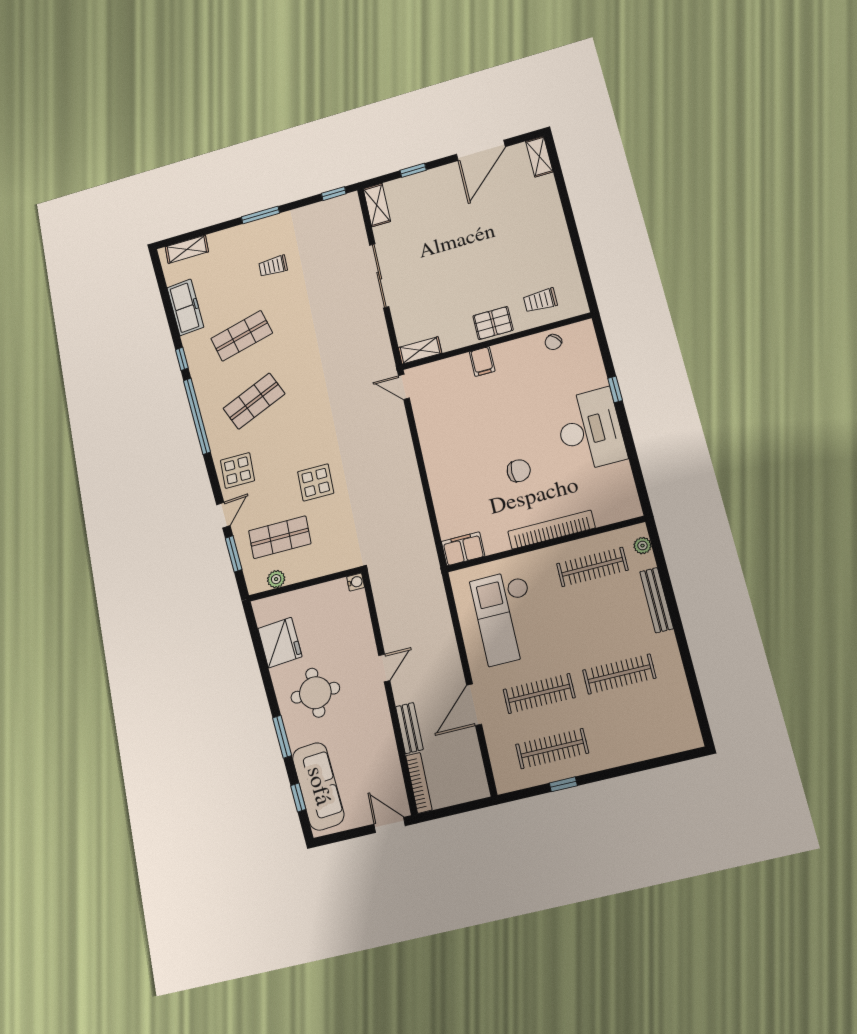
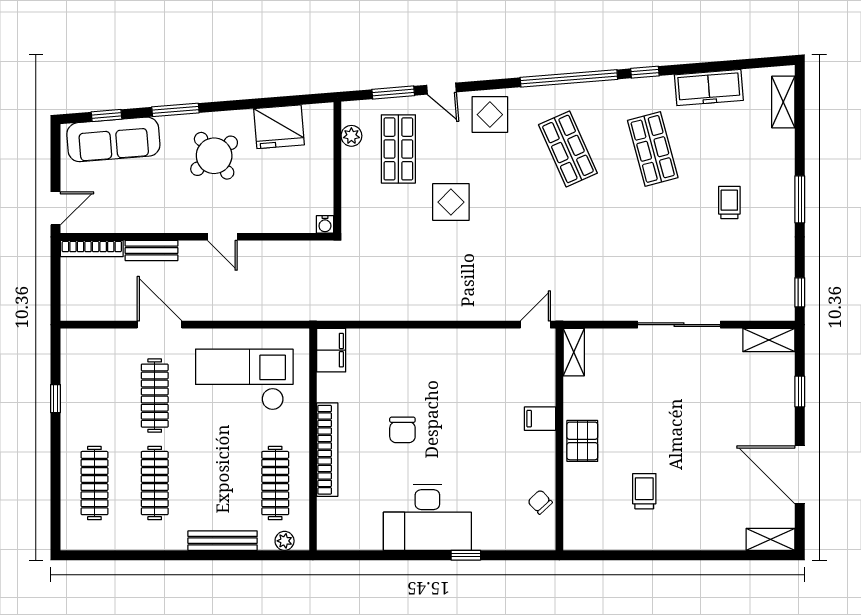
trolley: (540, 300) -> (644, 491), moved
round table: (315, 693) -> (214, 156), turned -38
clothes rail: (552, 749) -> (94, 483), moved

